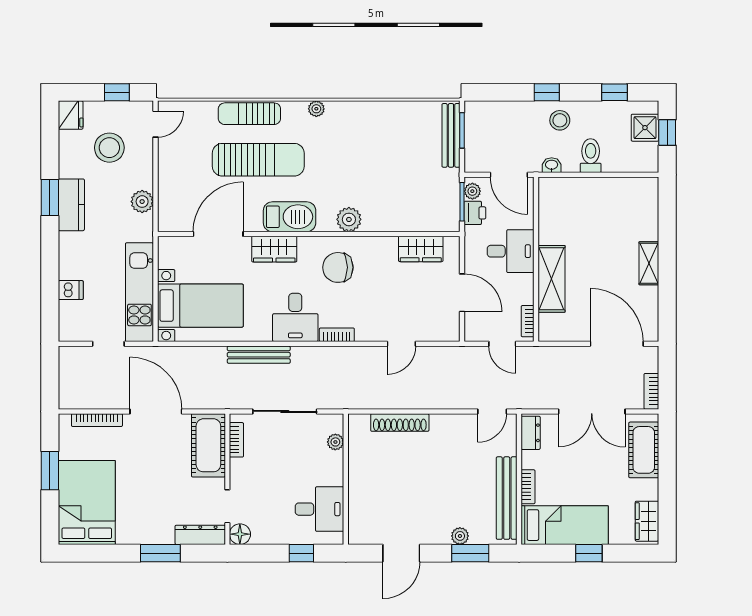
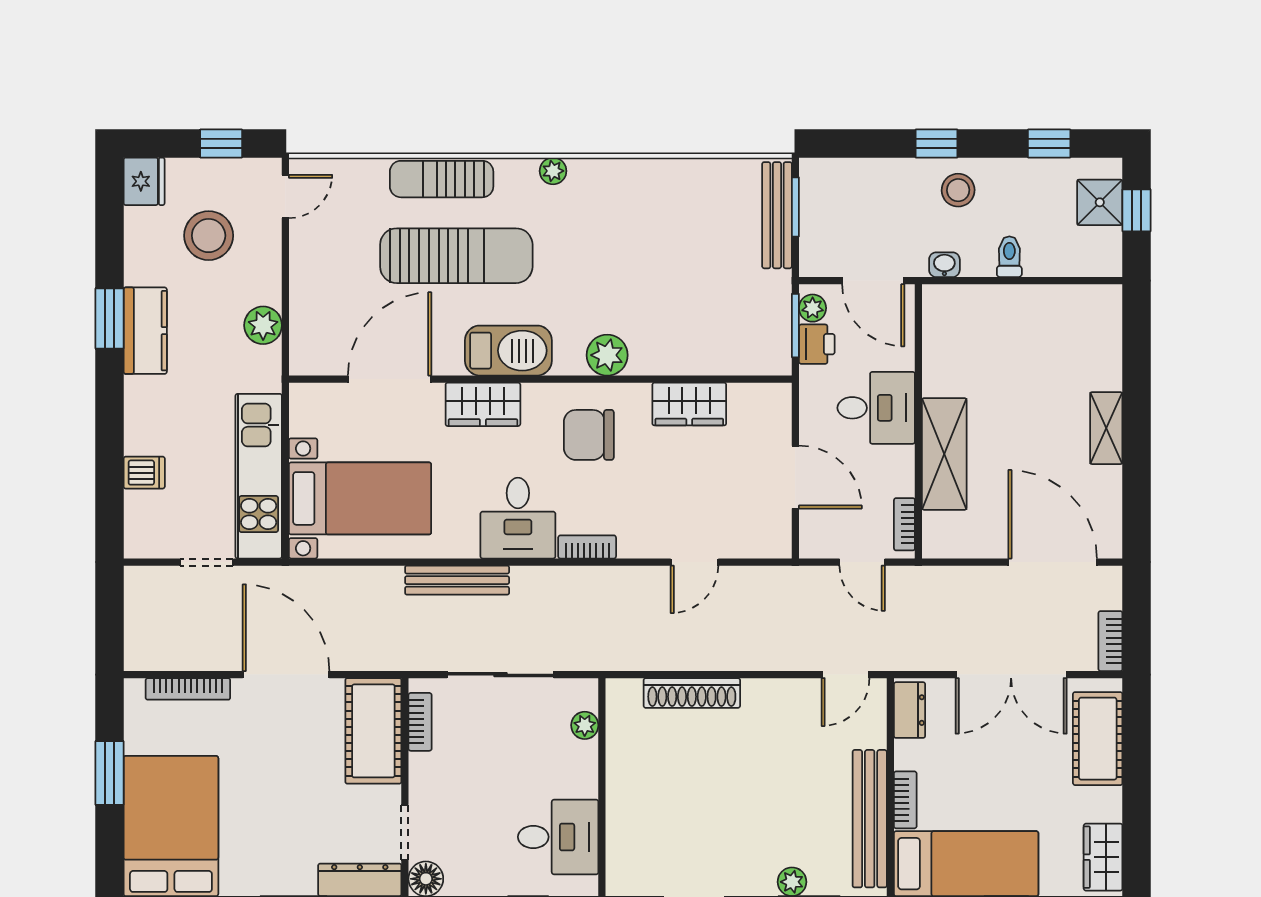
toilet: (591, 156) -> (1009, 257), width x0.73, depth x0.72
wardrobe: (421, 249) -> (689, 404), moved

